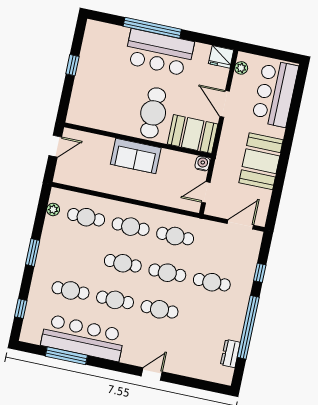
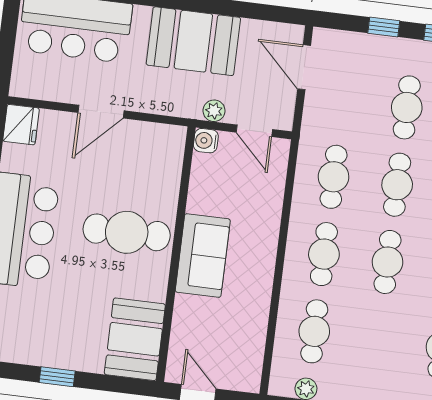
plant: (241, 68) -> (214, 111), moved
booth: (193, 134) -> (135, 339), moved

